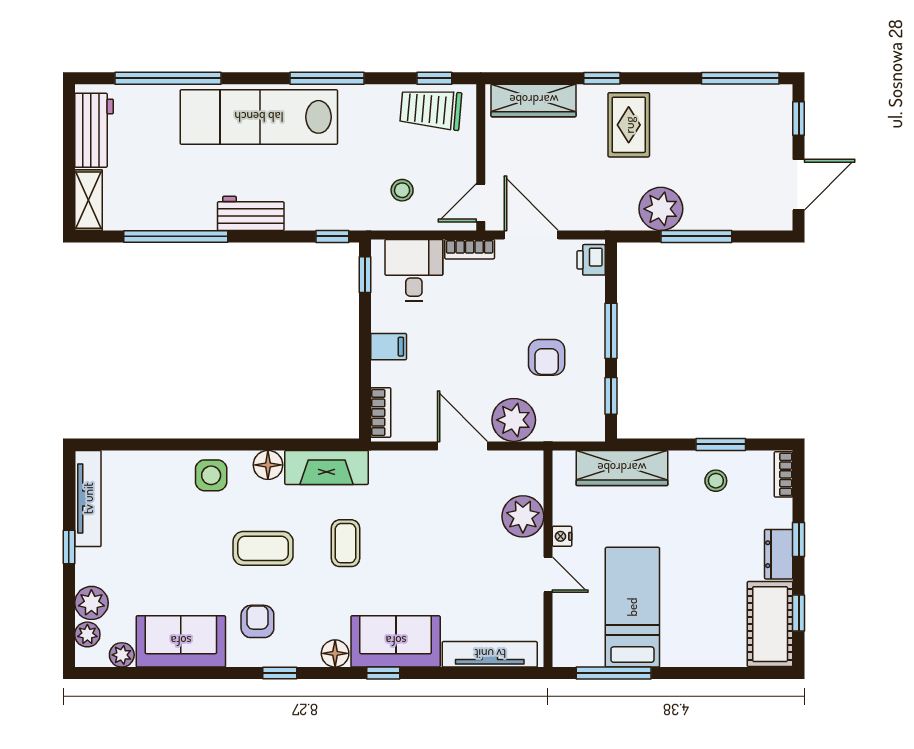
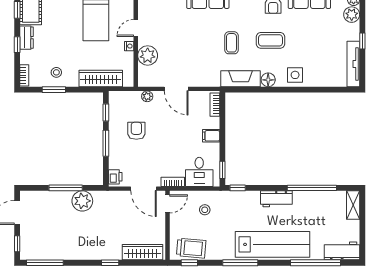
rug: (629, 125) -> (98, 241), removed
workbench: (94, 130) -> (342, 251), moved, turned 90
plant: (514, 420) -> (147, 96), width x0.53, depth x0.53
door: (548, 575) -> (136, 28), hinge flipped

